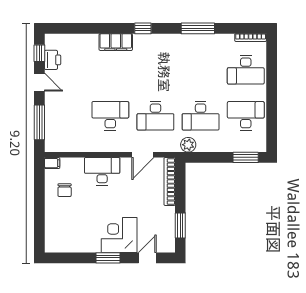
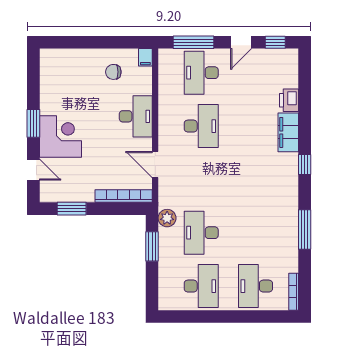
printer: (53, 60) -> (289, 100), moved, turned 90
desk: (155, 116) -> (201, 73), moved
window: (246, 157) -> (152, 246), moved

